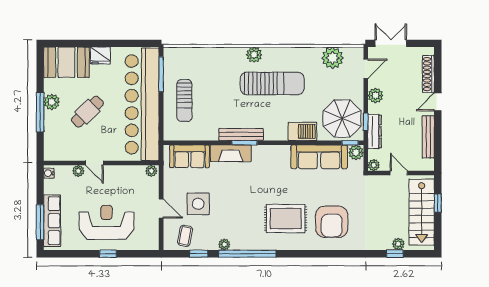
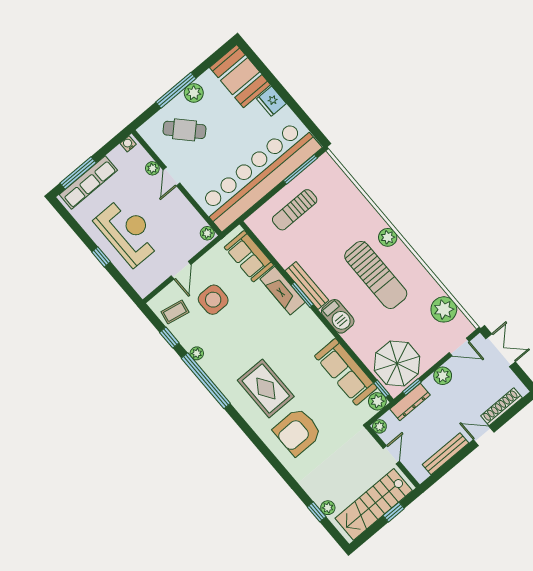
cafe table: (87, 112) -> (184, 130), moved
barbecue: (303, 131) -> (338, 316), moved

